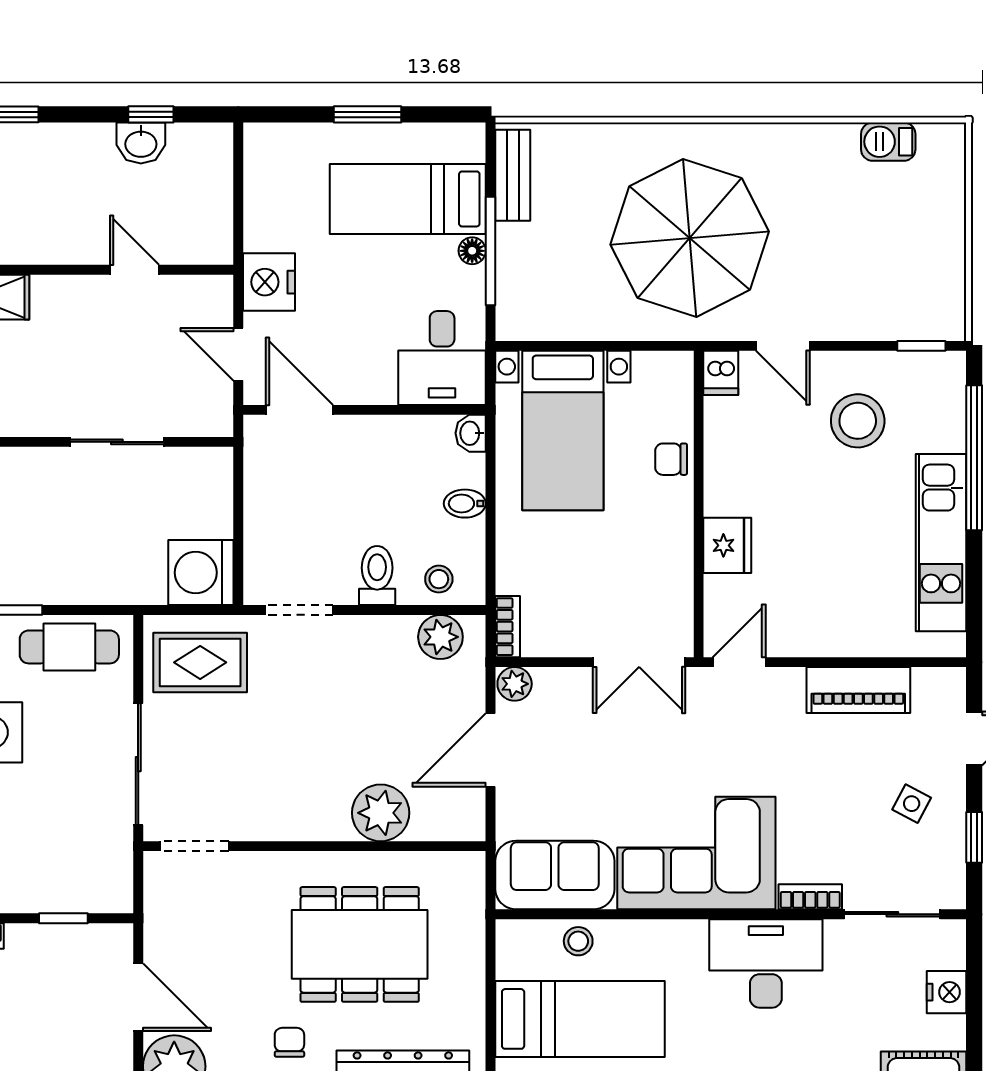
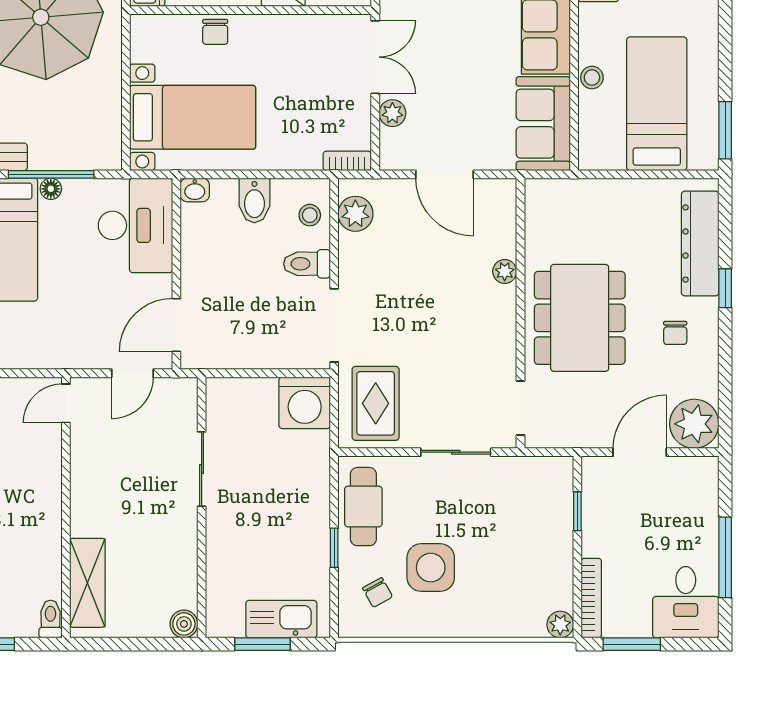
door: (134, 270) -> (66, 403), moved
nightstand: (269, 282) -> (76, 349), removed
desk: (442, 358) -> (135, 225), width x1.37
bidet: (465, 504) -> (254, 201), width x1.38, depth x1.36
doorway: (299, 610) -> (334, 325), width x1.38
plant: (515, 684) -> (392, 113), moved
sliding door: (138, 764) -> (456, 452), width x0.73
plant: (381, 813) -> (505, 271), width x0.53, depth x0.53
stool: (578, 941) -> (592, 78), moved
dining table: (360, 944) -> (580, 318), moved
chair: (289, 1042) -> (675, 333), turned -90

